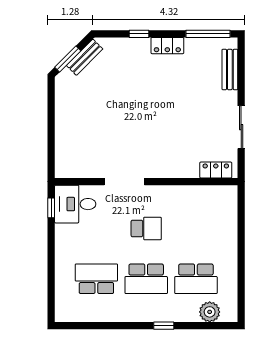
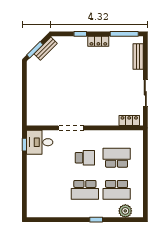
school desk: (96, 279) -> (117, 158), moved

